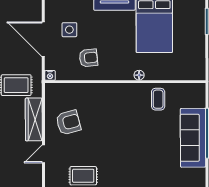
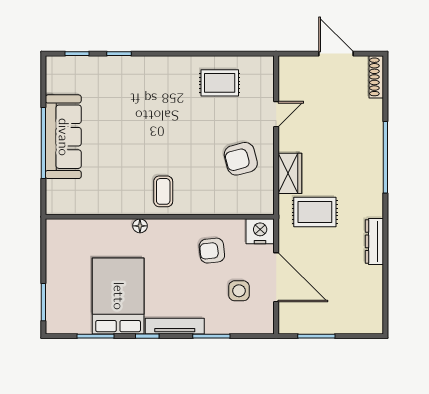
nightstand: (50, 75) -> (260, 231), width x1.89, depth x1.79
coffee table: (158, 99) -> (163, 191), moved
wardrobe: (34, 119) -> (290, 173), width x0.67

